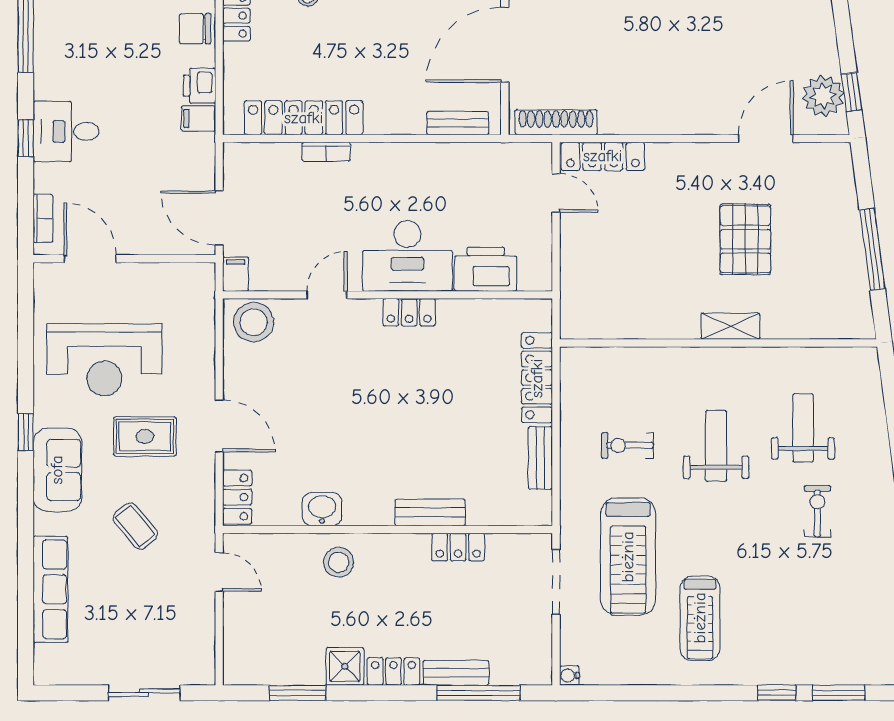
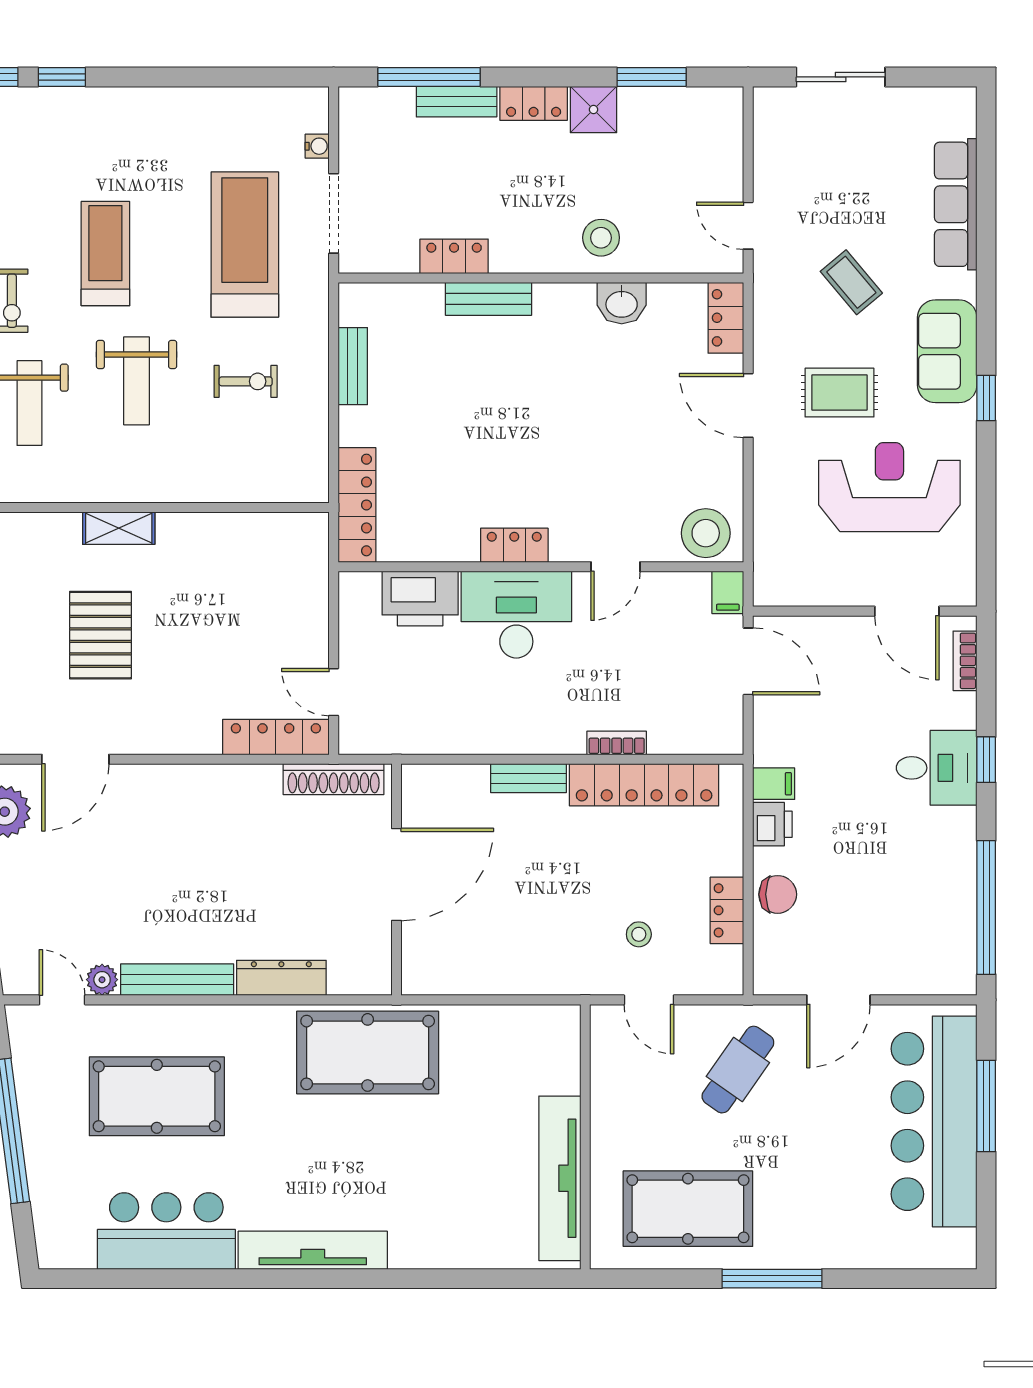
bench: (458, 123) -> (529, 778), moved
locker: (537, 378) -> (357, 505), moved
treadmill: (700, 618) -> (105, 254), moved
water cooler: (569, 676) -> (317, 146), moved

